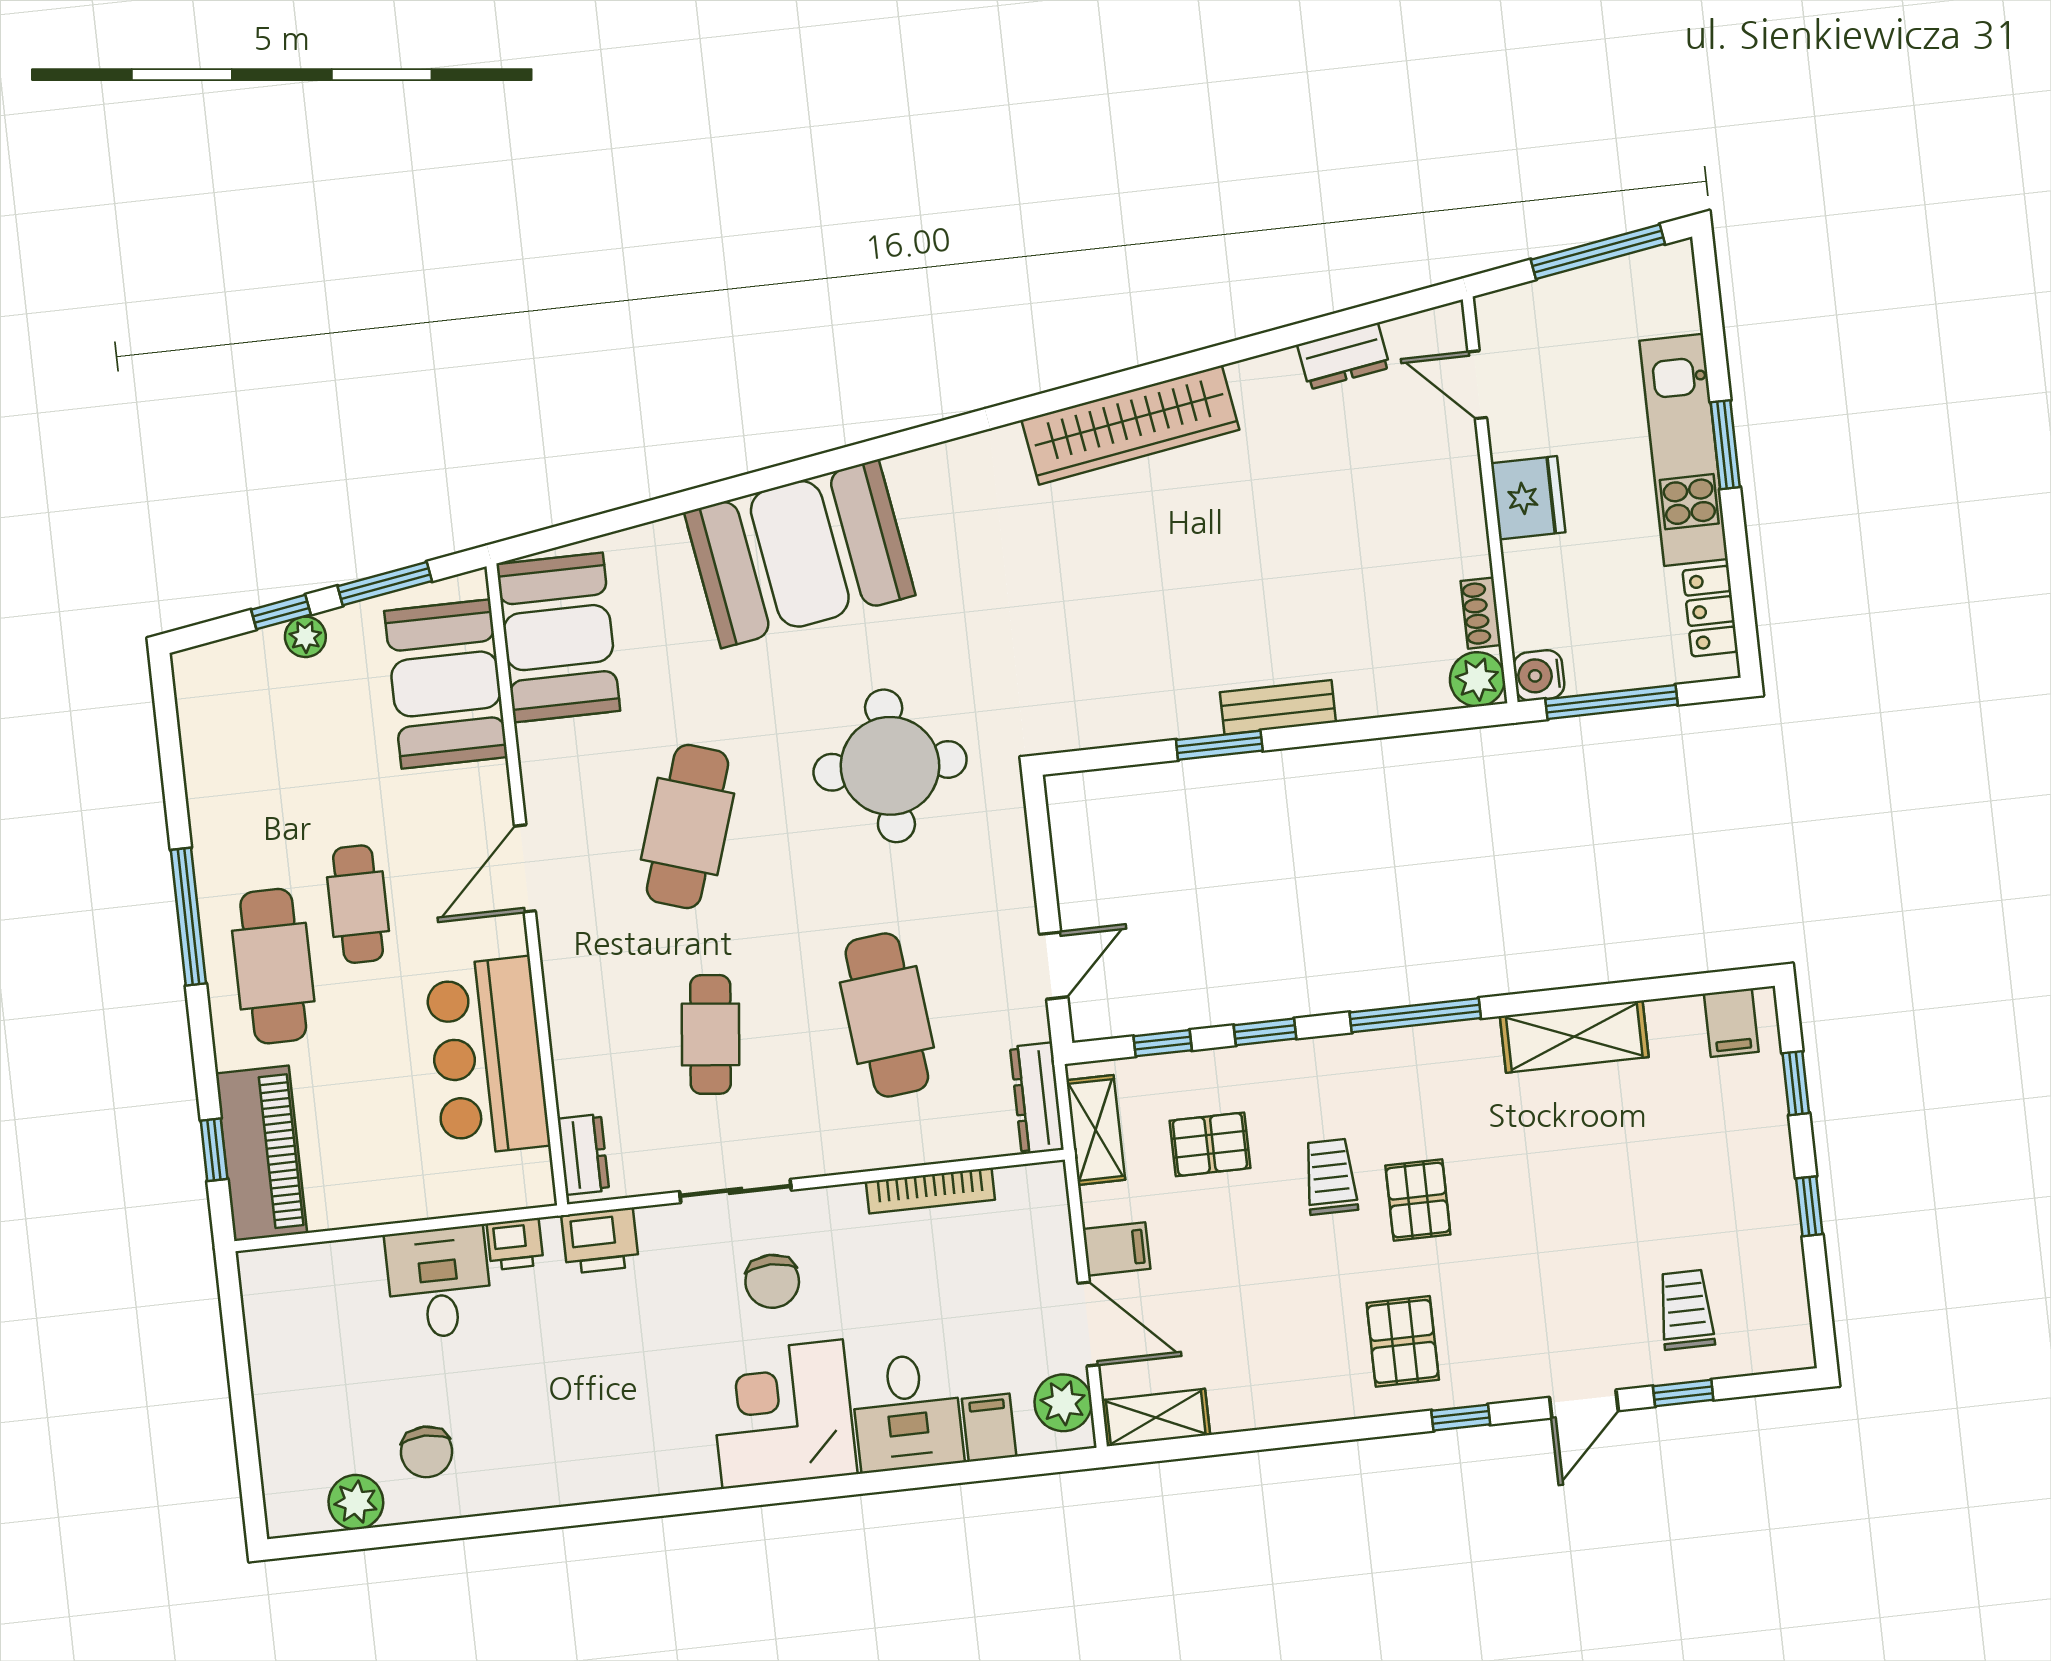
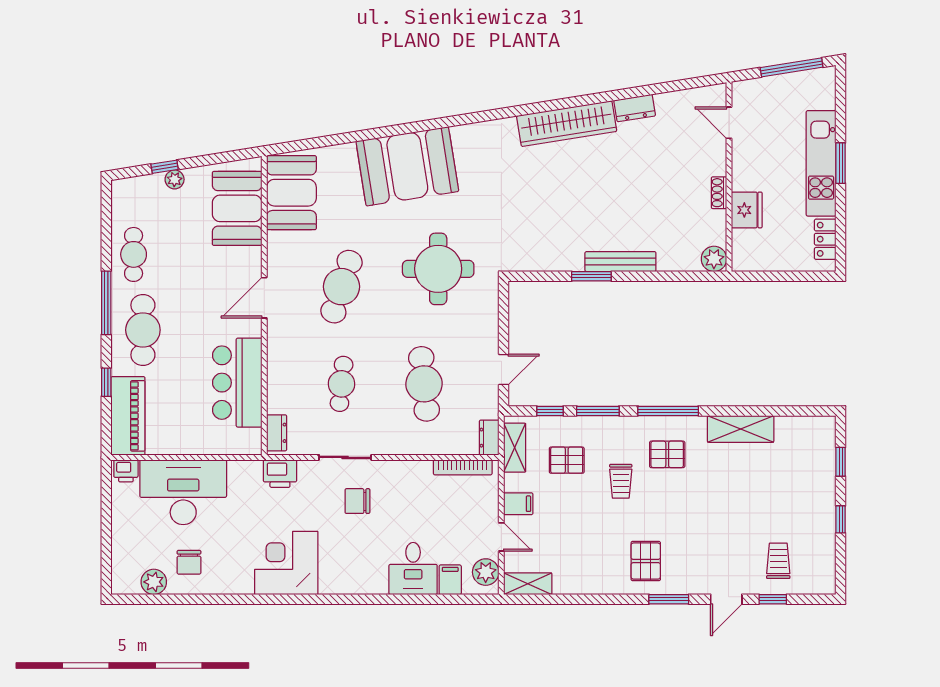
dresser: (1344, 356) -> (635, 108), moved
fridge: (1528, 498) -> (747, 210), moved
window: (385, 584) -> (214, 159), removed
shoe rack: (1481, 613) -> (719, 193), moved
water cooler: (1539, 675) -> (743, 260), removed
window: (1612, 702) -> (775, 276), removed
bench: (1278, 707) -> (620, 262), width x1.36
cafe table: (358, 904) -> (134, 254), moved
filing cabinet: (1731, 1023) -> (814, 431), removed
window: (1265, 1032) -> (598, 411), width x1.50
dresser: (1037, 1098) -> (489, 438), width x0.70
window: (214, 1150) -> (106, 382), moved
trolley: (1330, 1177) -> (621, 481), turned 180
bookcase: (930, 1191) -> (463, 467), moved
pallet: (1418, 1200) -> (667, 454), moved, turned 90
printer: (515, 1244) -> (126, 471), moved
chair: (772, 1281) -> (357, 501), turned 90
desk: (439, 1283) -> (183, 492), width x1.87, depth x1.30
door: (1088, 1324) -> (501, 537), width x0.73
corner desk: (783, 1414) -> (286, 563), moved
window: (1461, 1418) -> (669, 599), width x1.50

